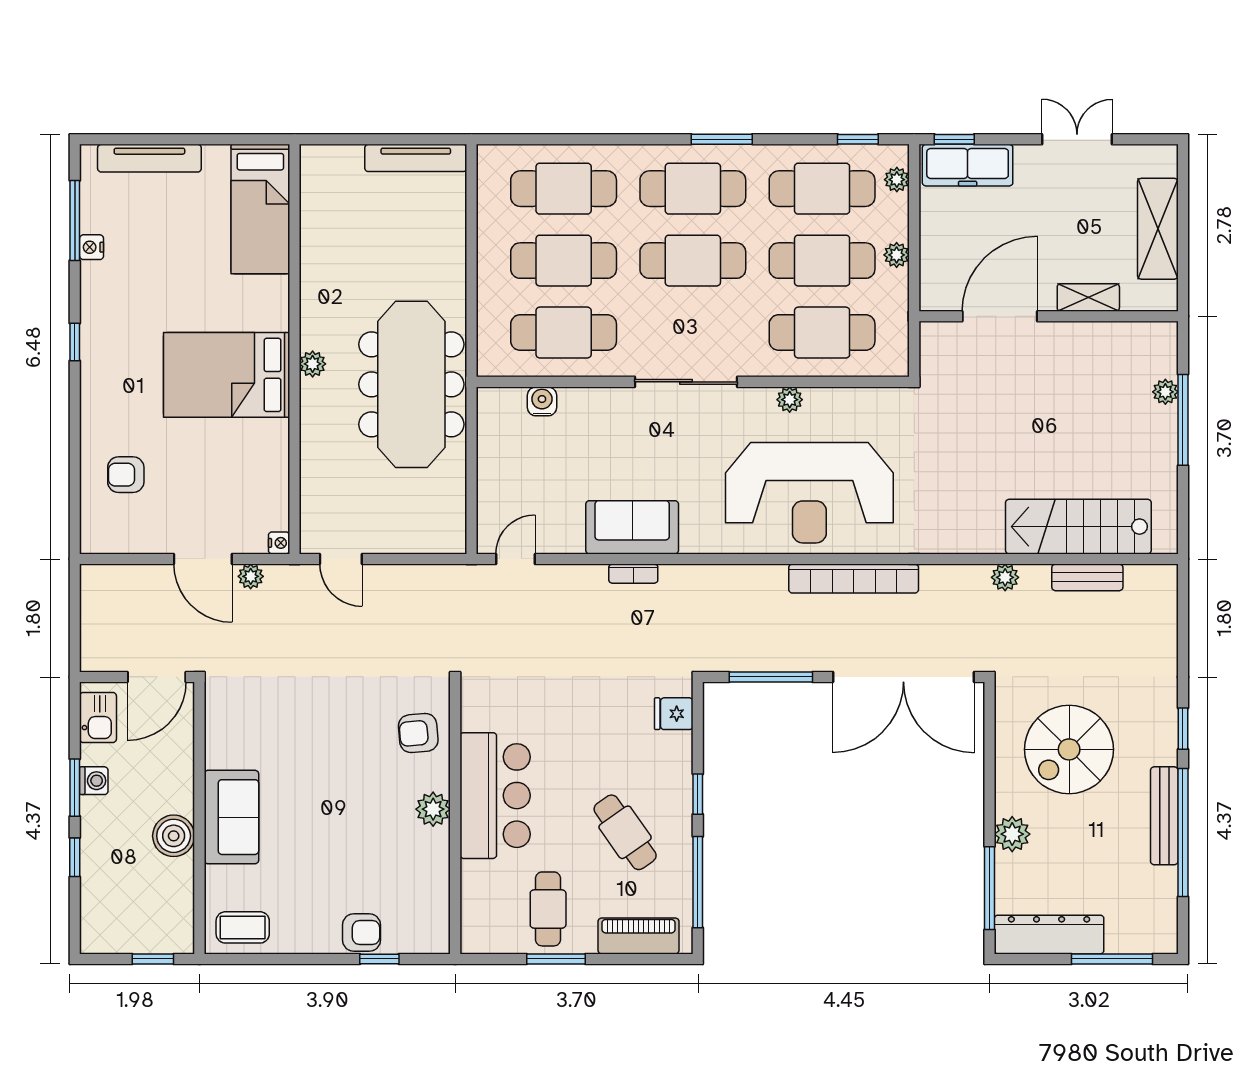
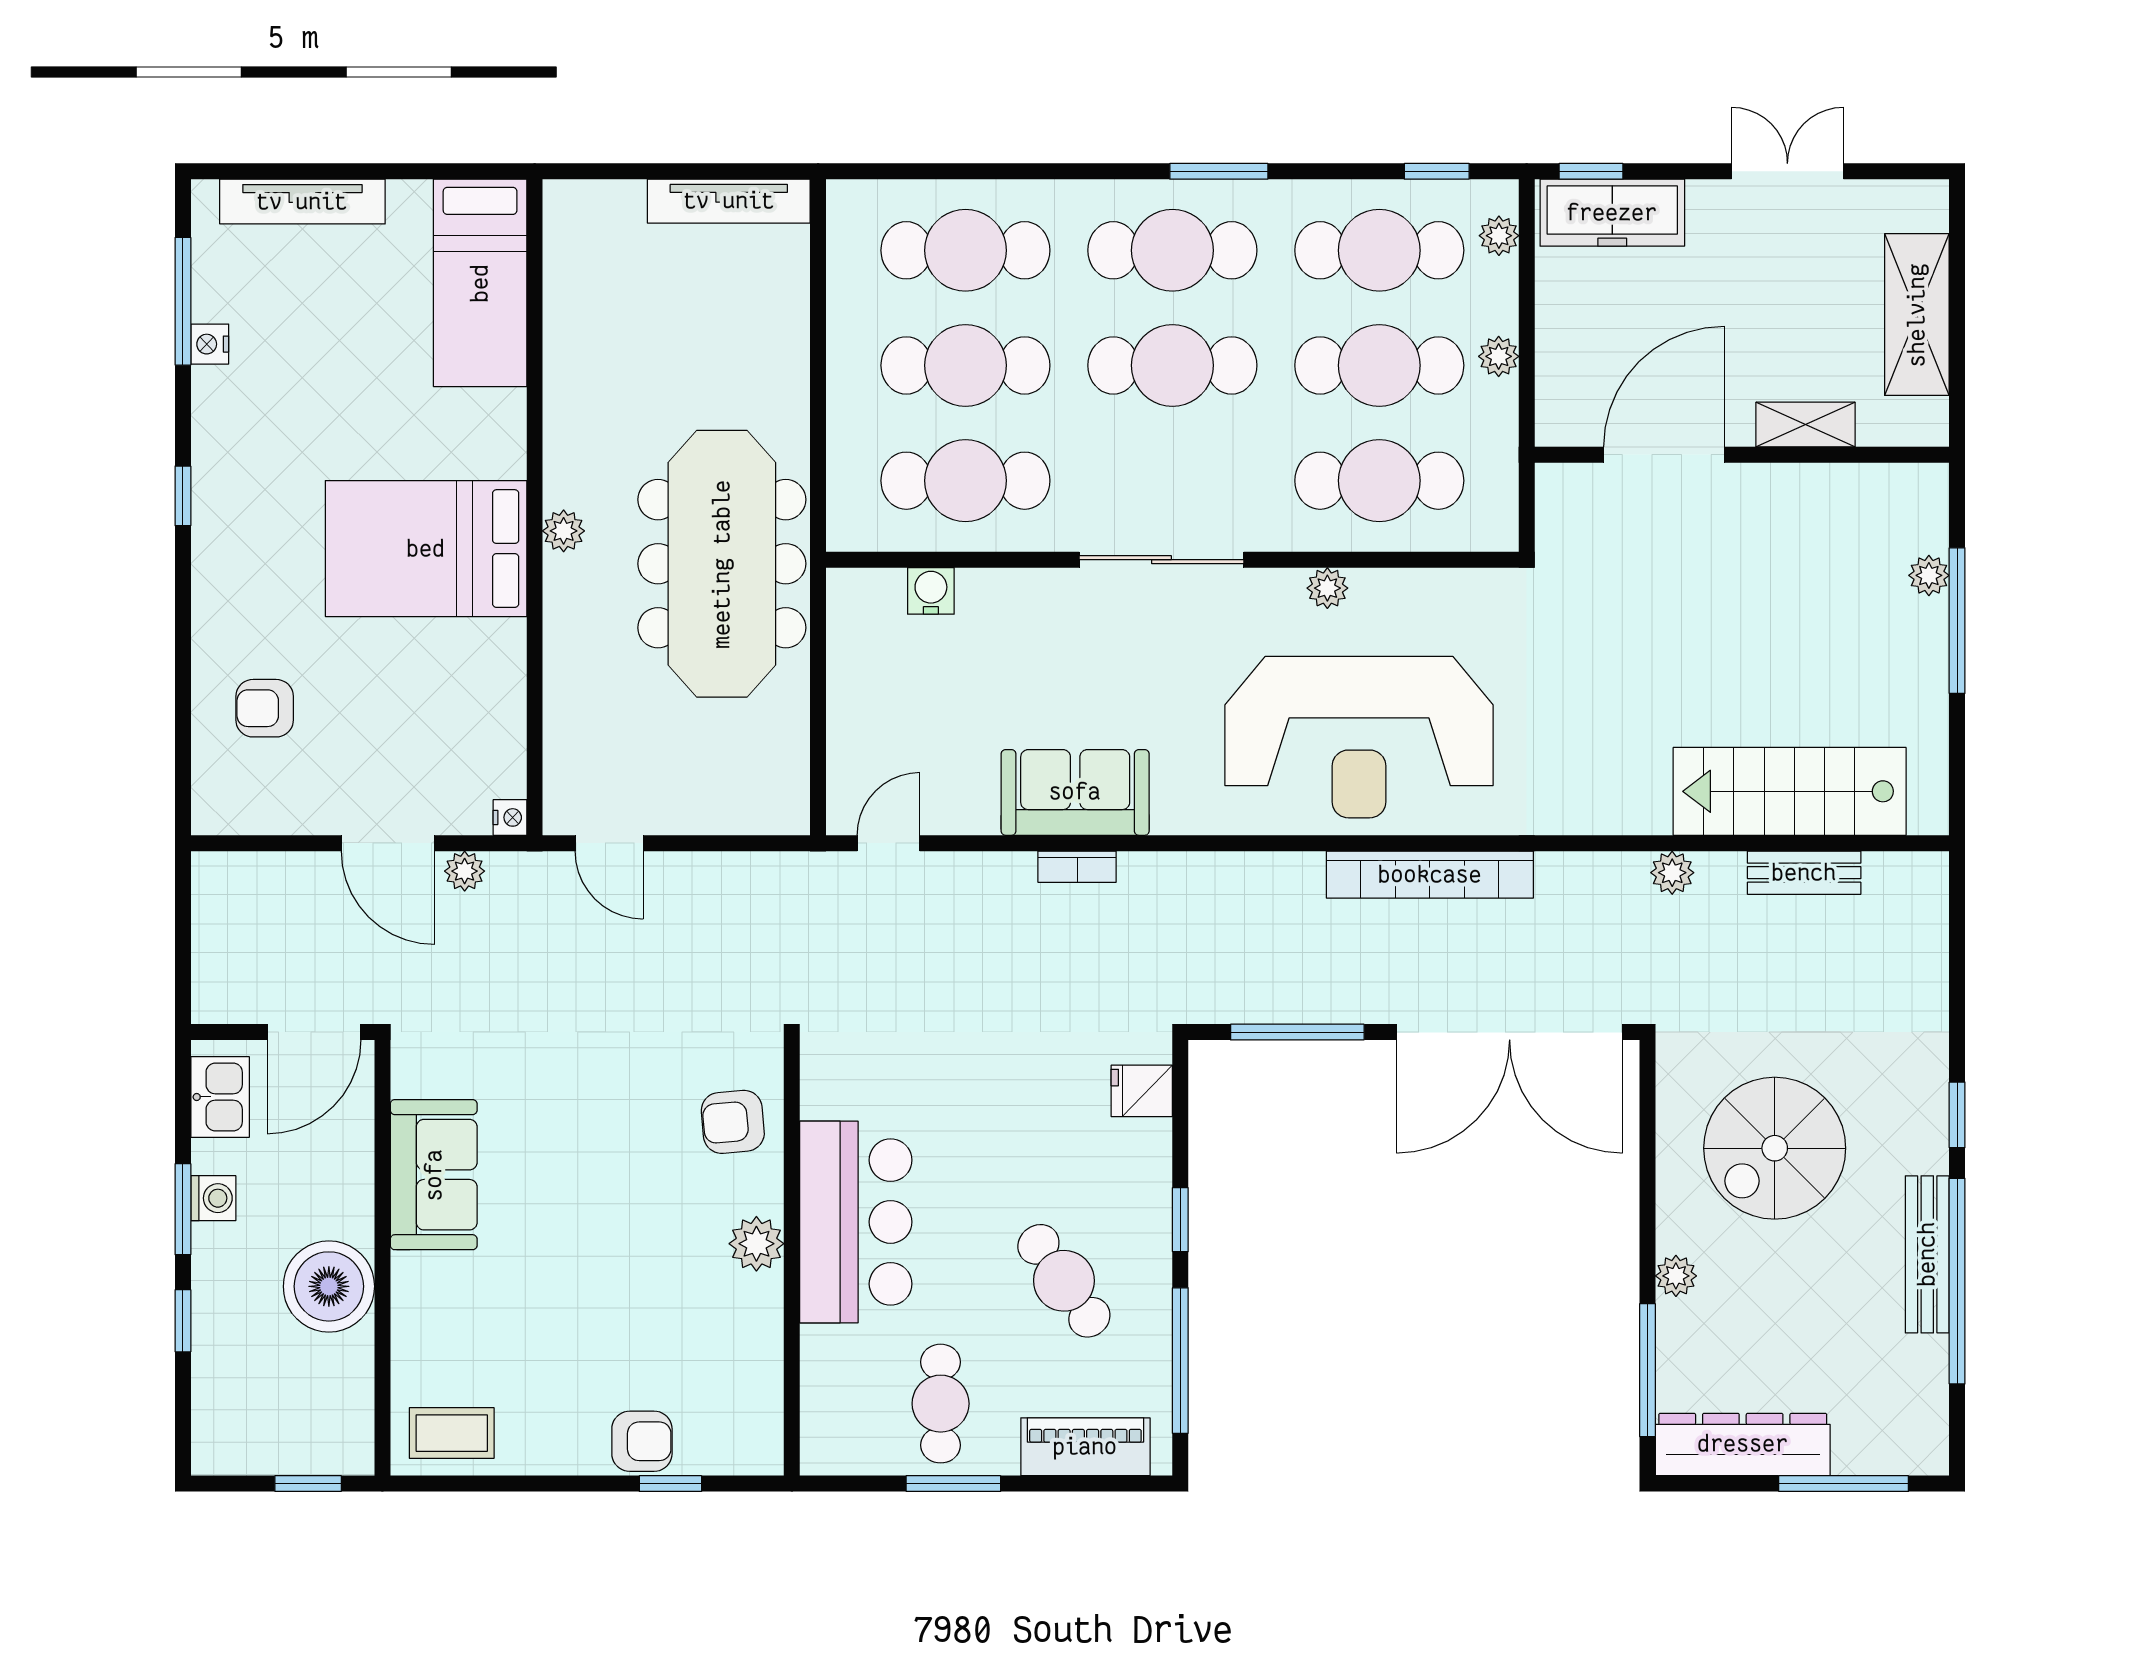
sofa: (231, 817) -> (434, 1175), moved
plant: (1012, 834) -> (1676, 1276), width x0.73, depth x0.73
boiler: (174, 836) -> (329, 1286), width x1.37, depth x1.37

